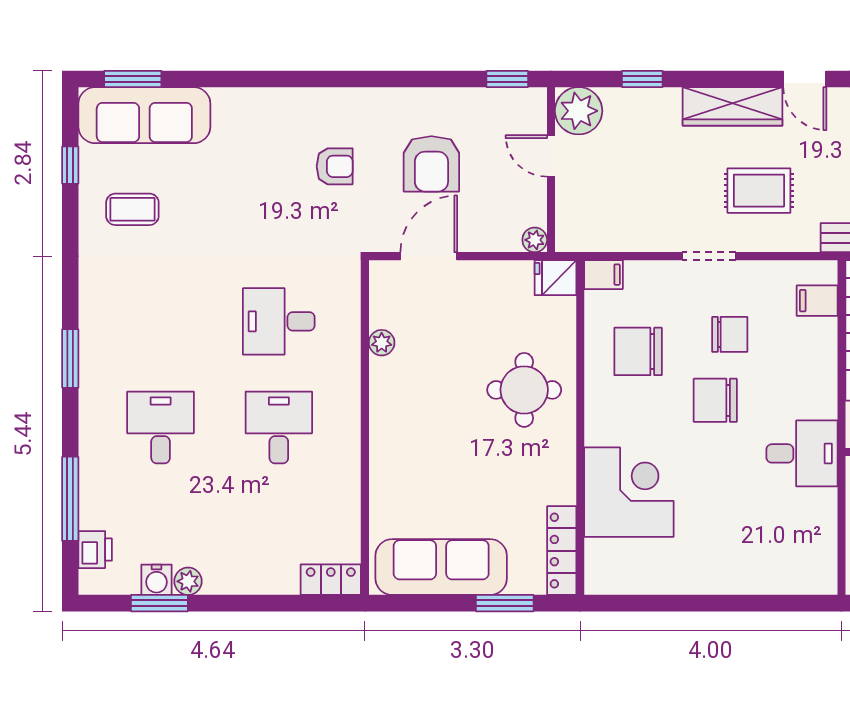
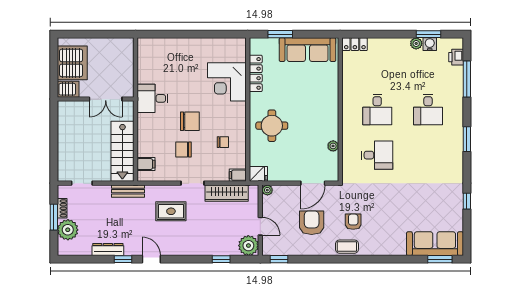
wardrobe: (733, 106) -> (227, 193), moved, turned 180
window: (70, 165) -> (467, 201), moved
armchair: (335, 166) -> (353, 222), turned 90
coffee table: (132, 209) -> (347, 247), moved
chair: (638, 351) -> (223, 142), width x0.54, depth x0.54
locker: (562, 551) -> (256, 73), moved

